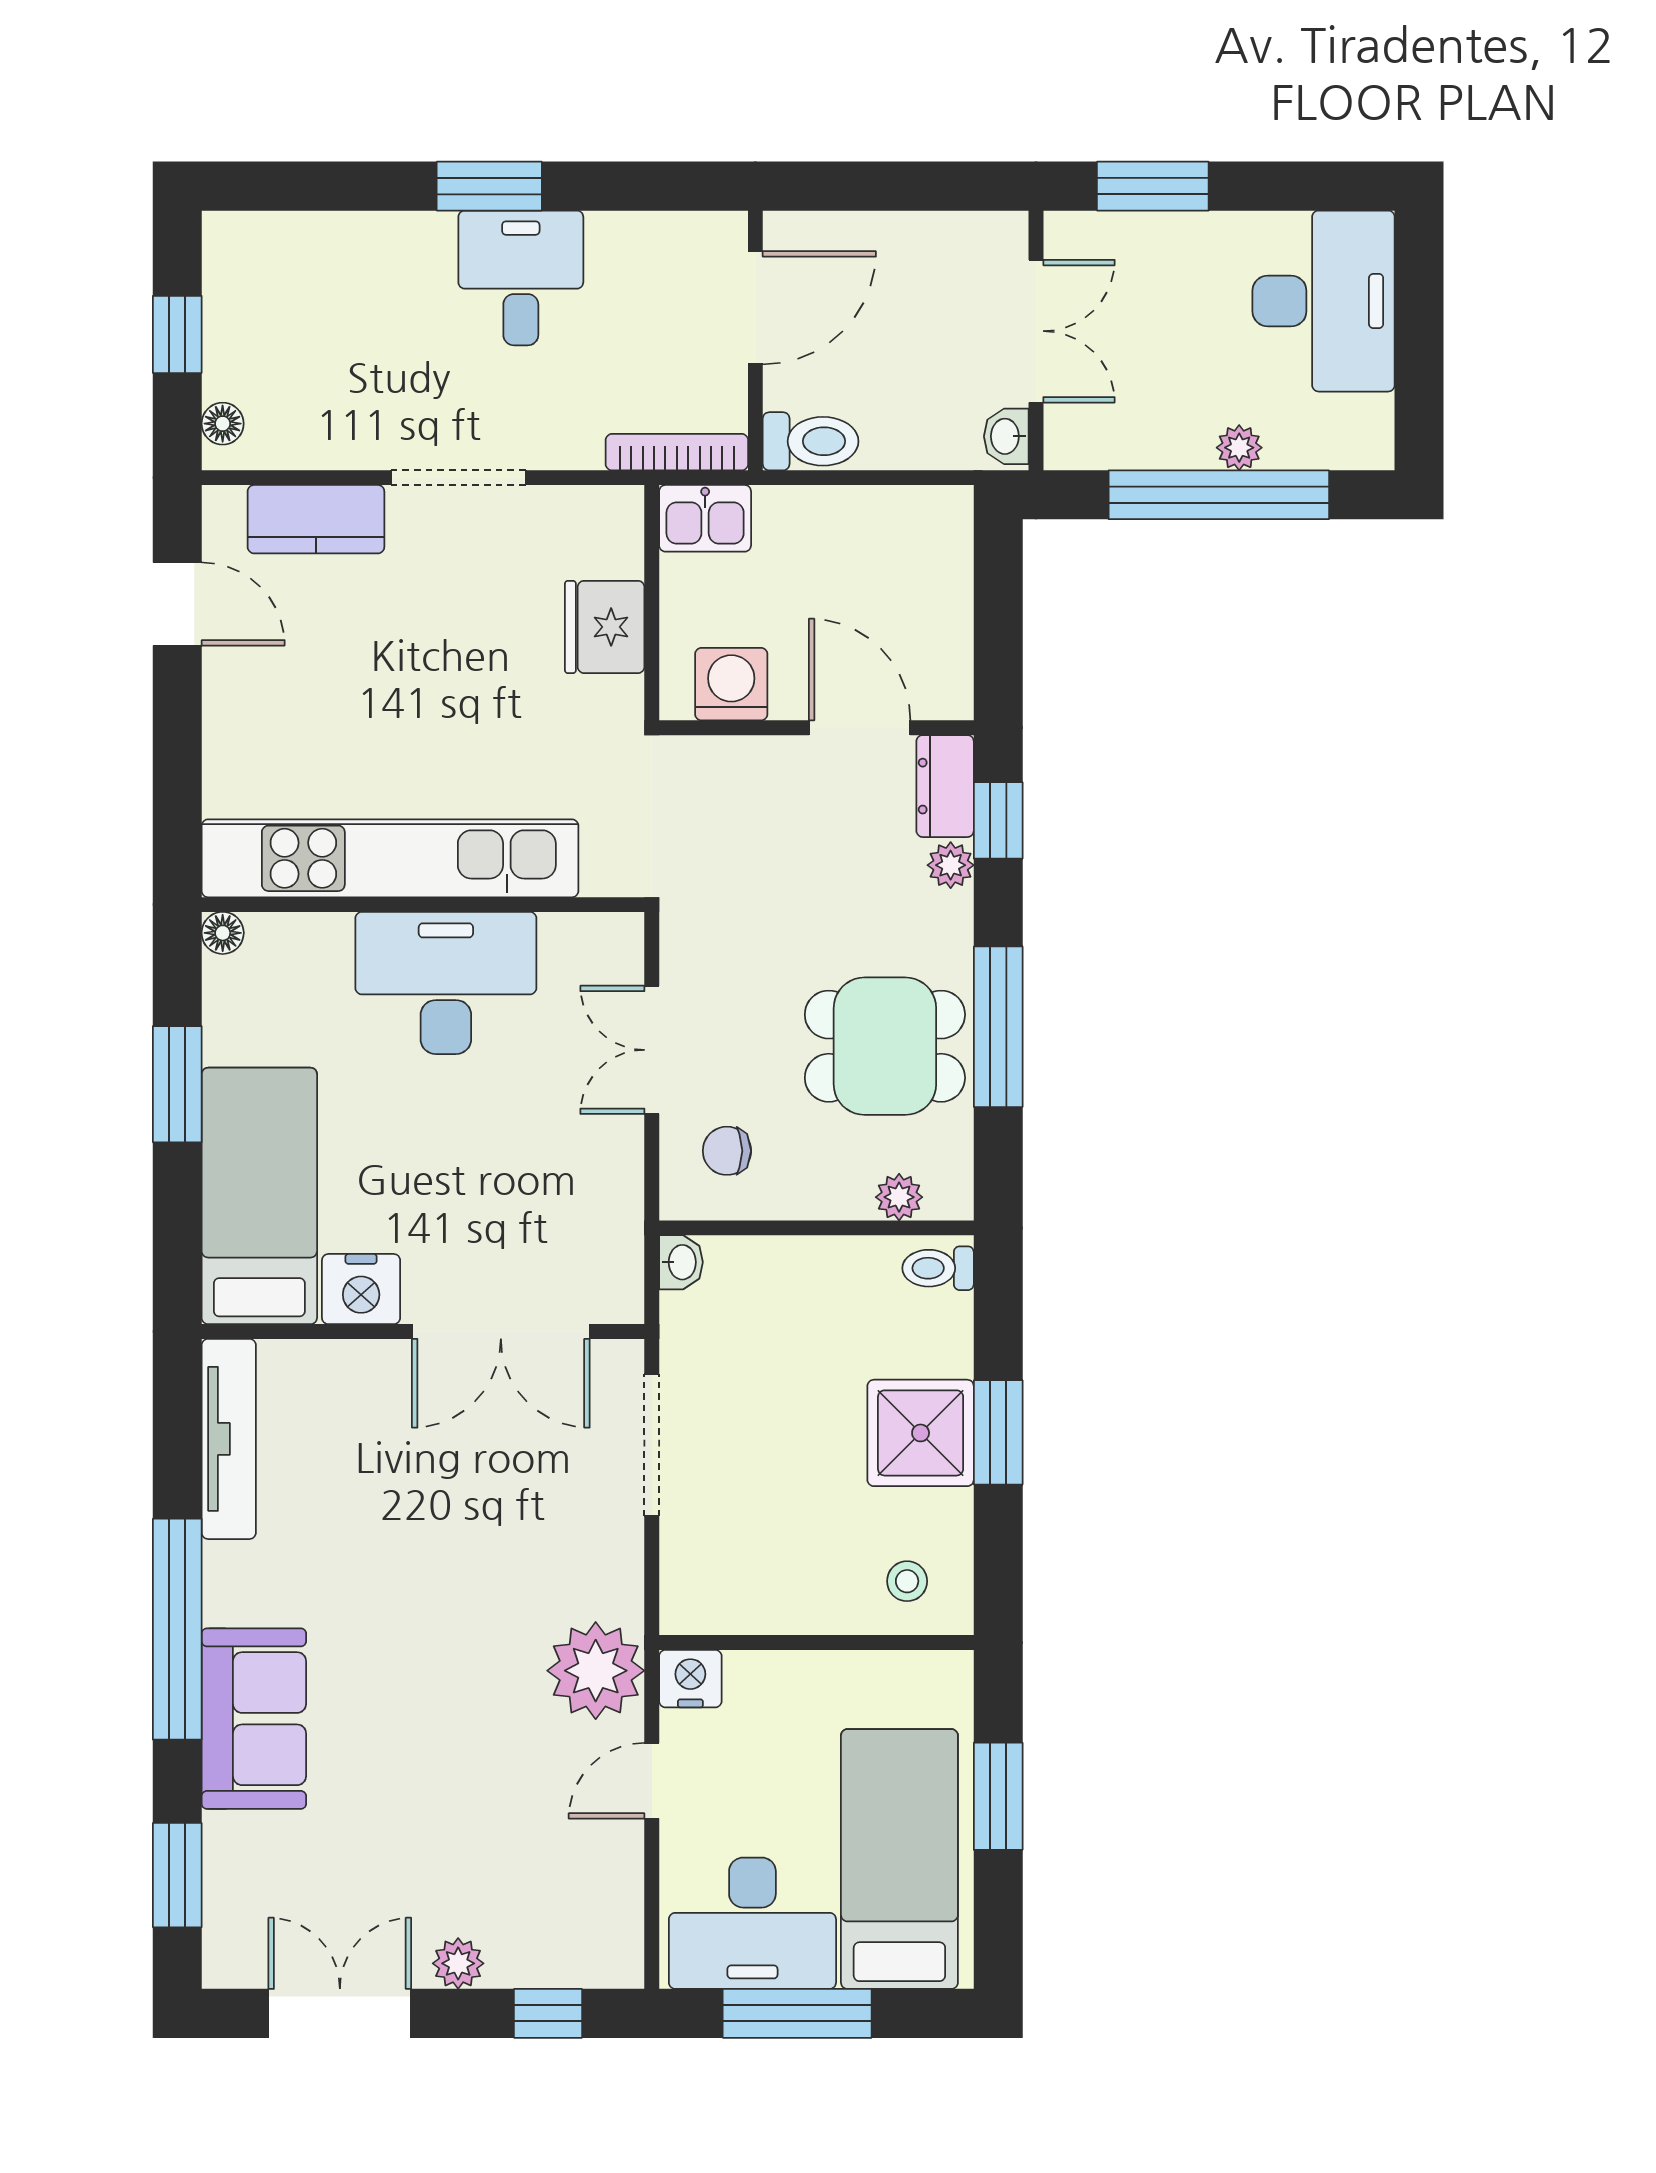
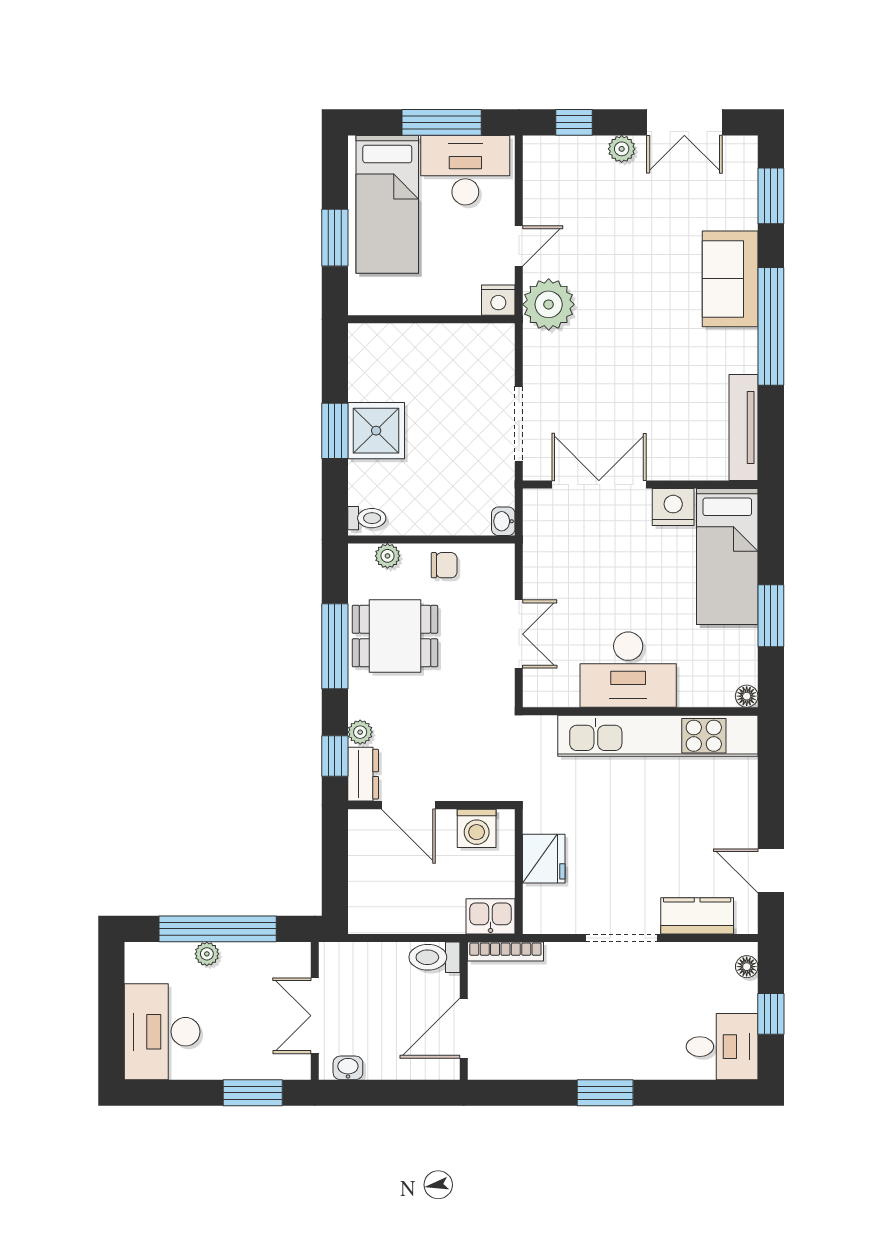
desk: (521, 278) -> (722, 1047), moved, turned -90
washbasin: (1006, 436) -> (348, 1068), moved, turned -90
chair: (727, 1151) -> (444, 565), moved
stool: (907, 1581) -> (383, 352), removed

